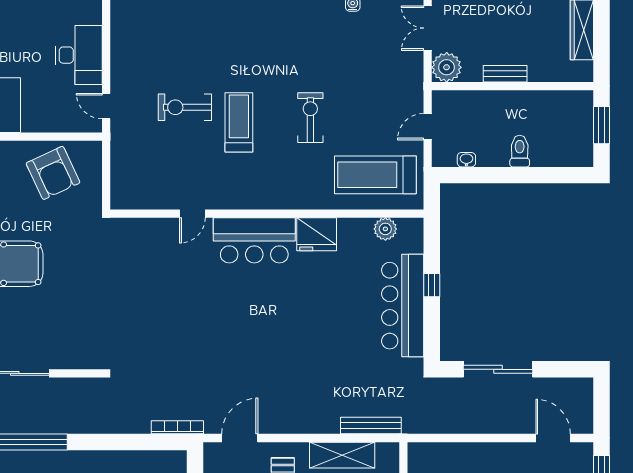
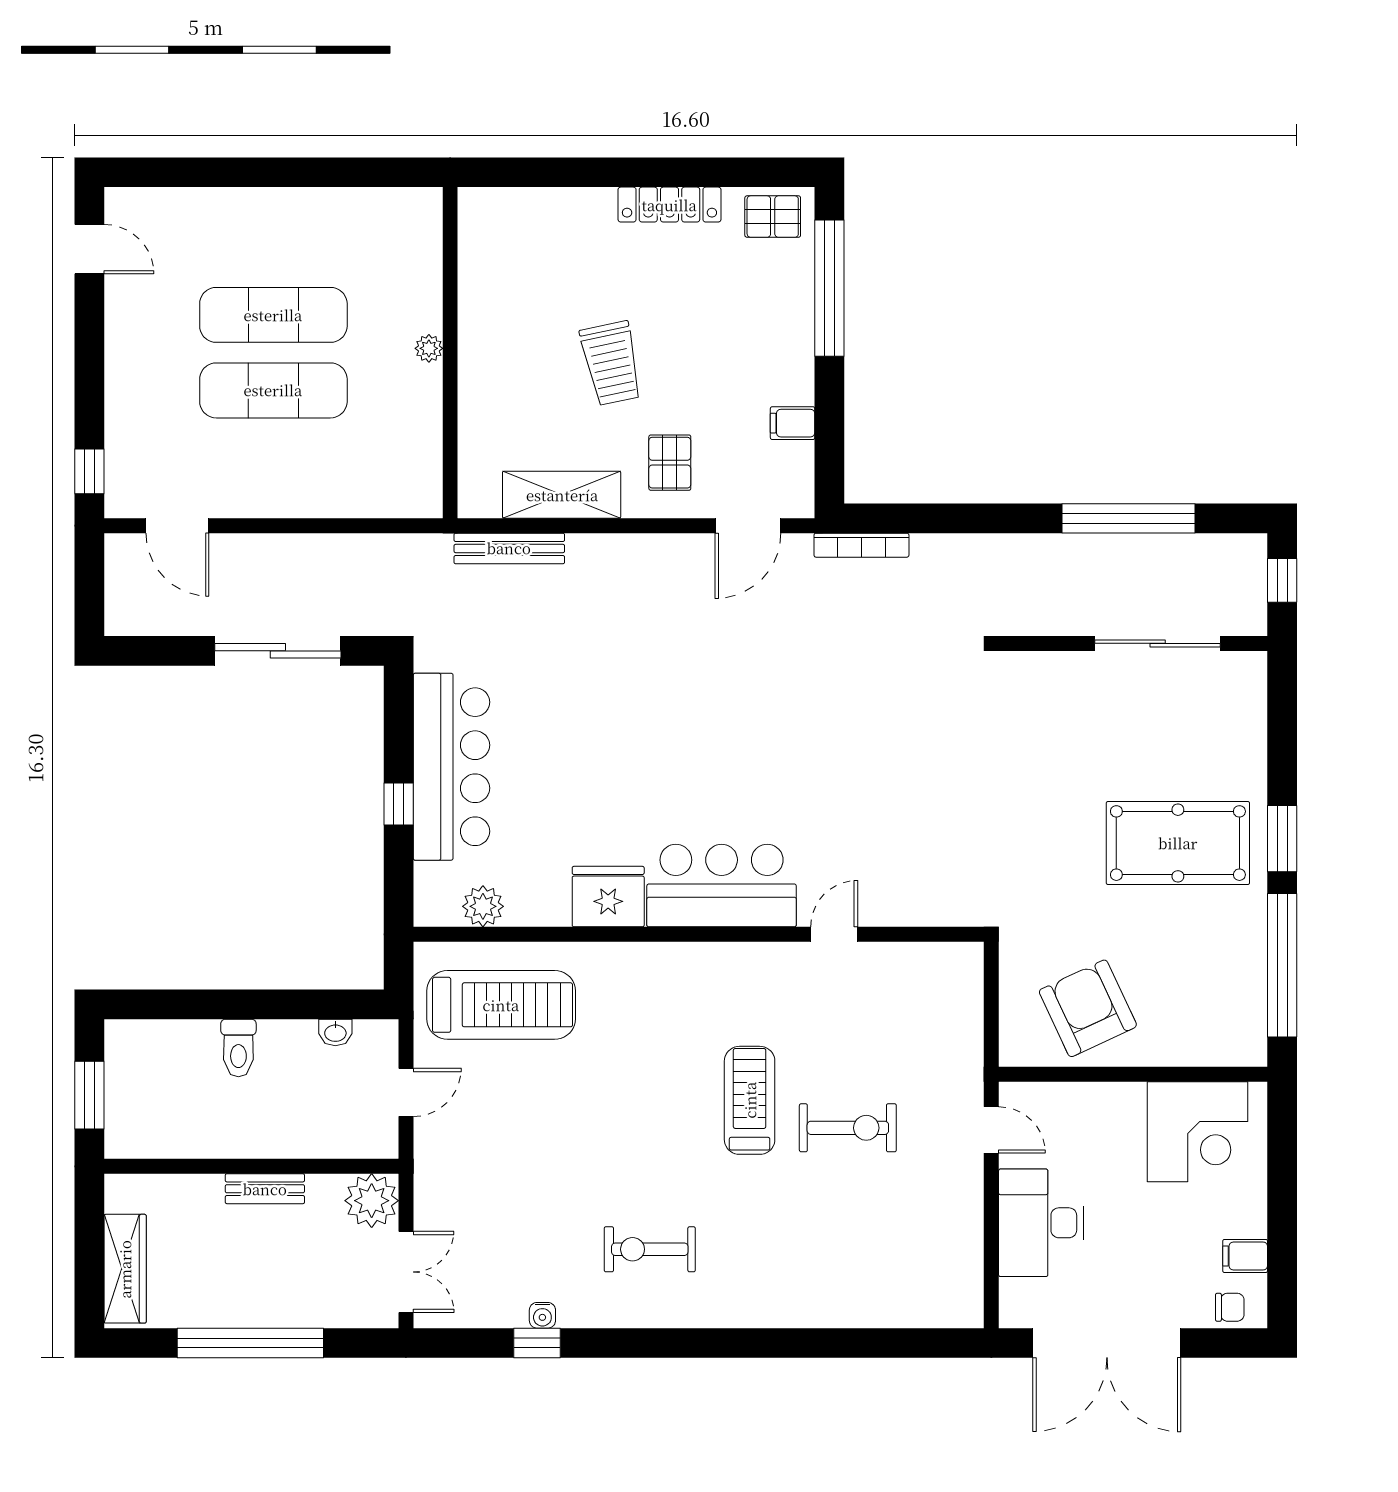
exercise bike: (310, 118) -> (650, 1249), moved, turned 90
treadmill: (239, 122) -> (750, 1100), turned 180

